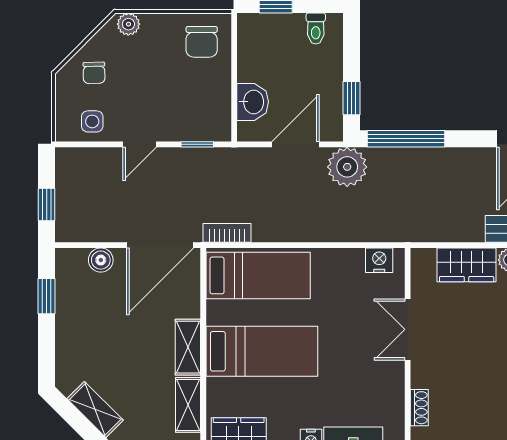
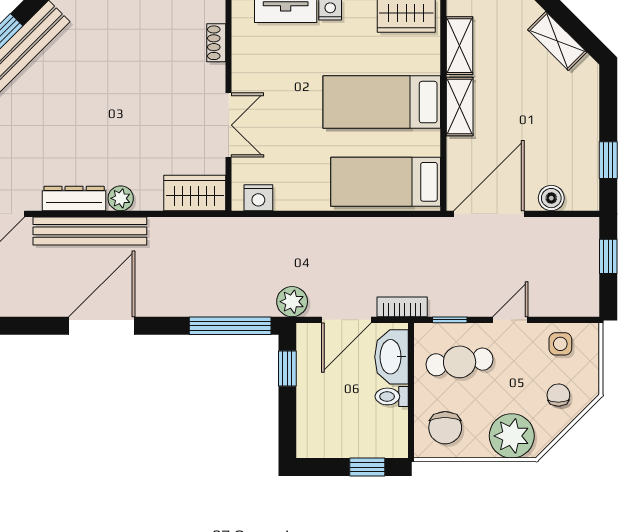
plant: (128, 24) -> (512, 436), width x1.88, depth x1.88
toilet: (316, 28) -> (392, 396), moved, turned -90
chair: (202, 42) -> (445, 428), turned 180
washbasin: (253, 102) -> (391, 357), width x1.38
cafe table: (188, 104) -> (460, 362), added
plant: (347, 167) -> (292, 302), width x0.73, depth x0.73
bookcase: (227, 233) -> (402, 307), moved, turned 180
wardrobe: (467, 265) -> (195, 193), moved

